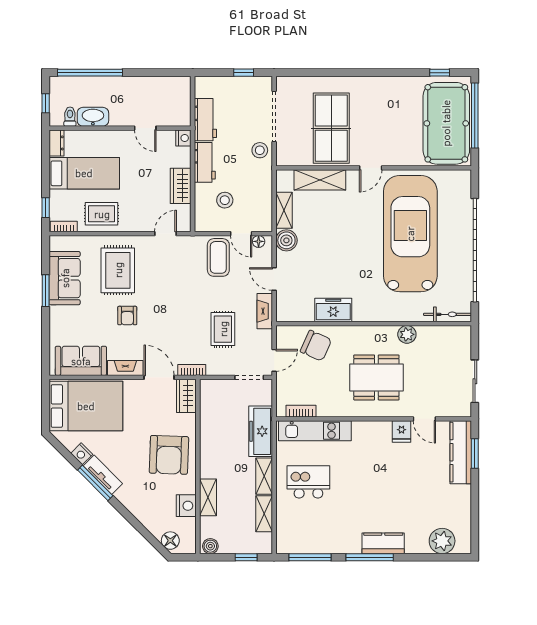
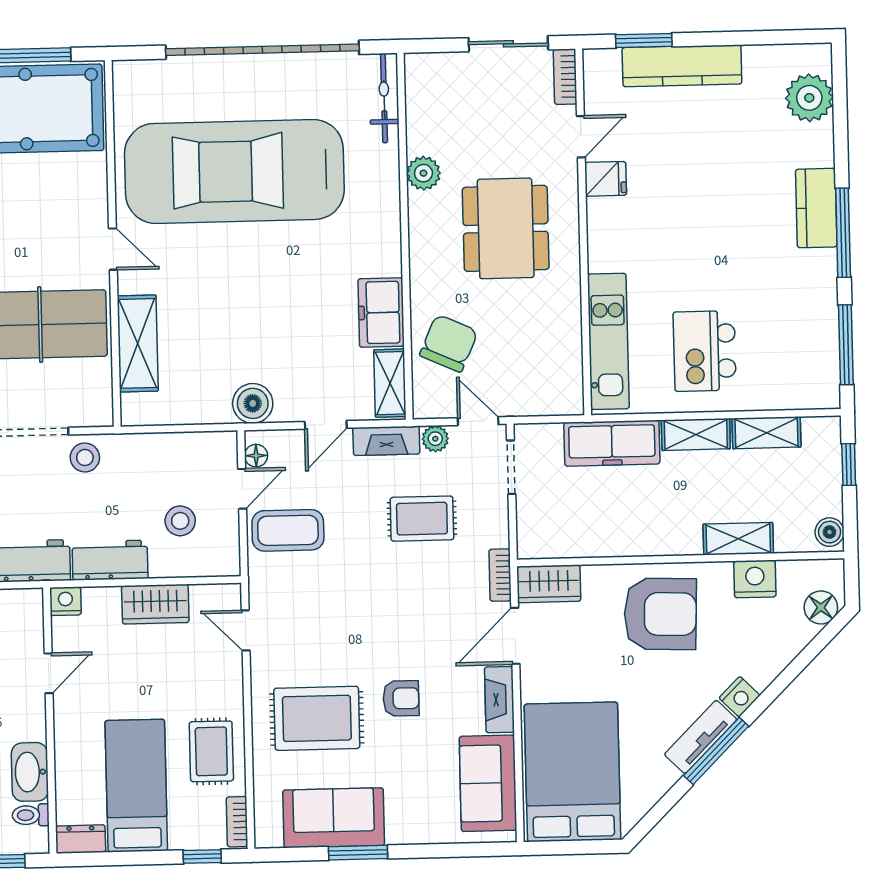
shelving: (284, 210) -> (390, 383), moved, turned 90
plant: (265, 337) -> (435, 439), added
bookcase: (301, 411) -> (565, 77), moved
kitchen counter: (461, 452) -> (682, 66), moved
nightstand: (82, 454) -> (739, 697), moved

